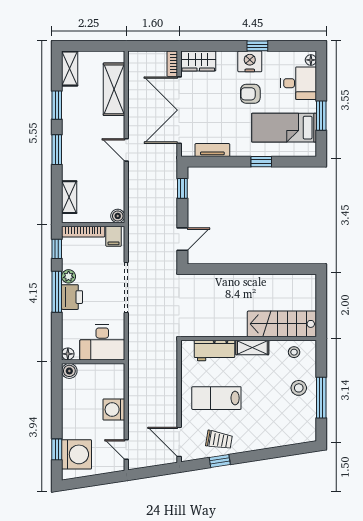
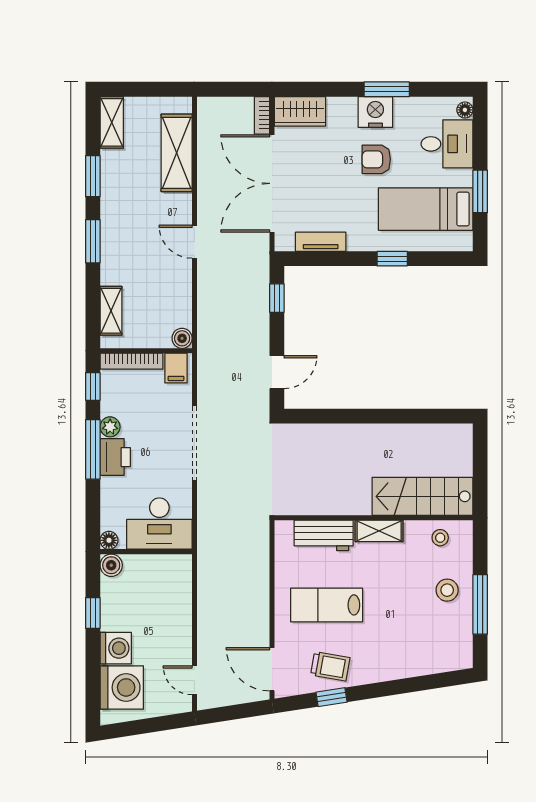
window: (257, 46) -> (387, 89), width x1.50
washing machine: (114, 409) -> (116, 648), moved, turned 180
window: (57, 449) -> (93, 613), moved

